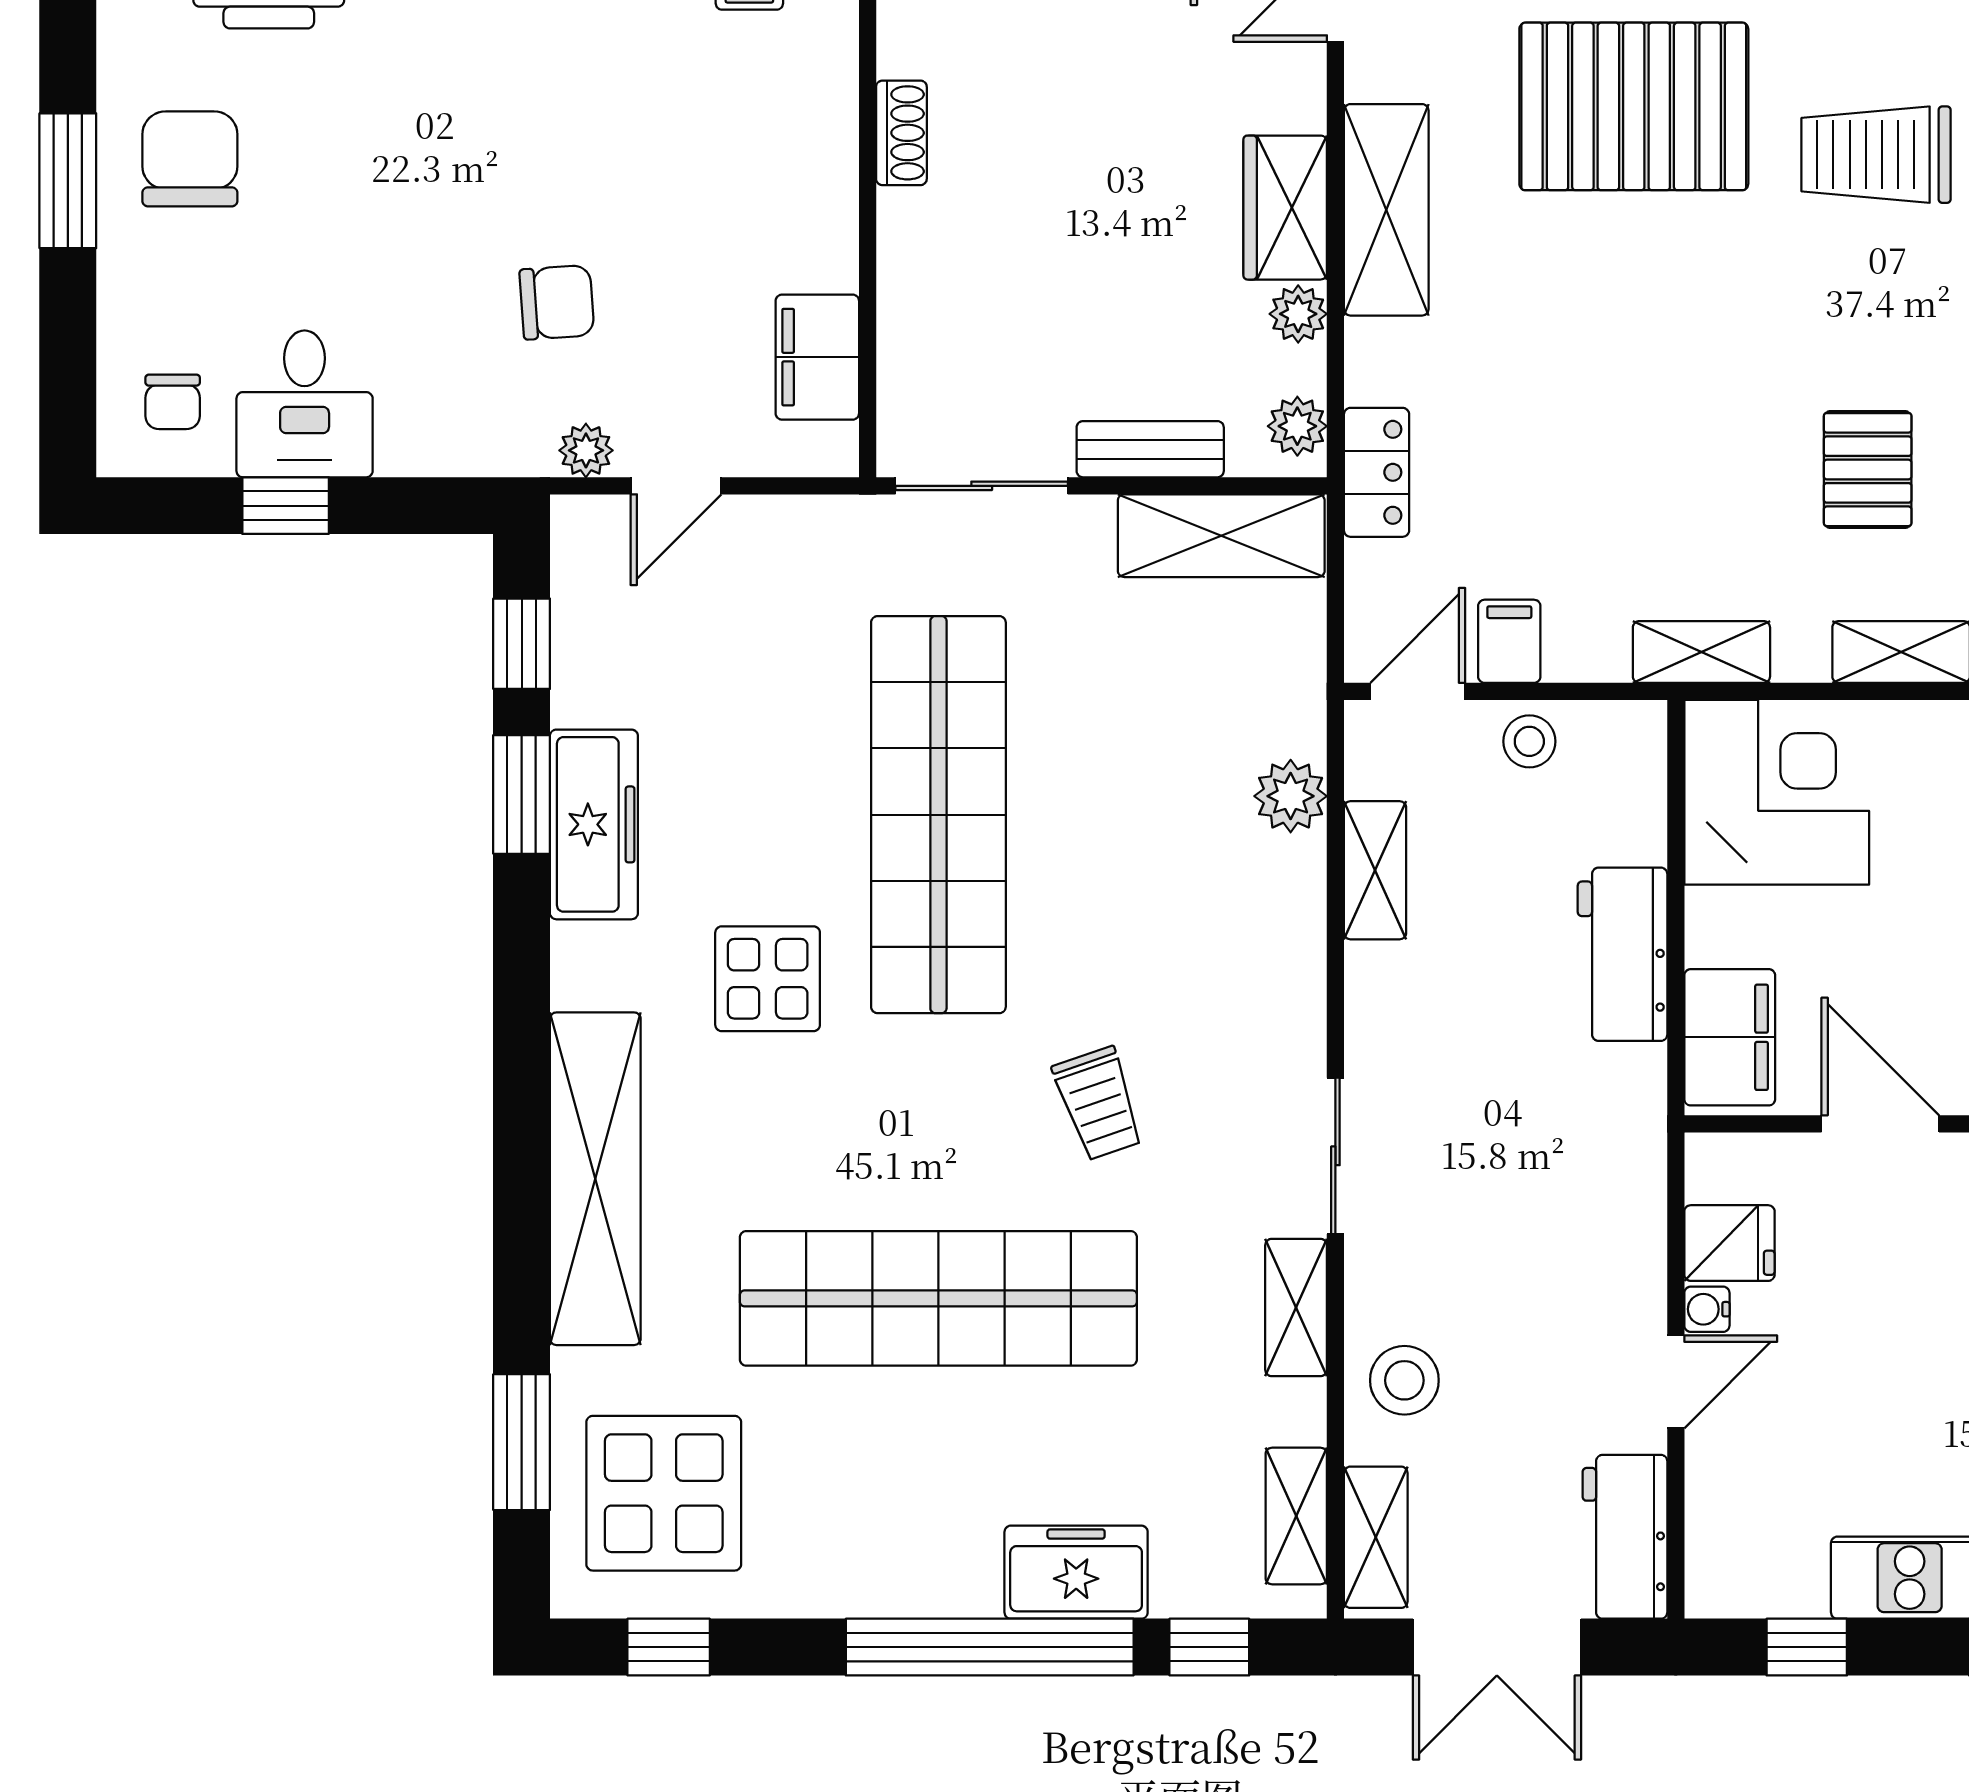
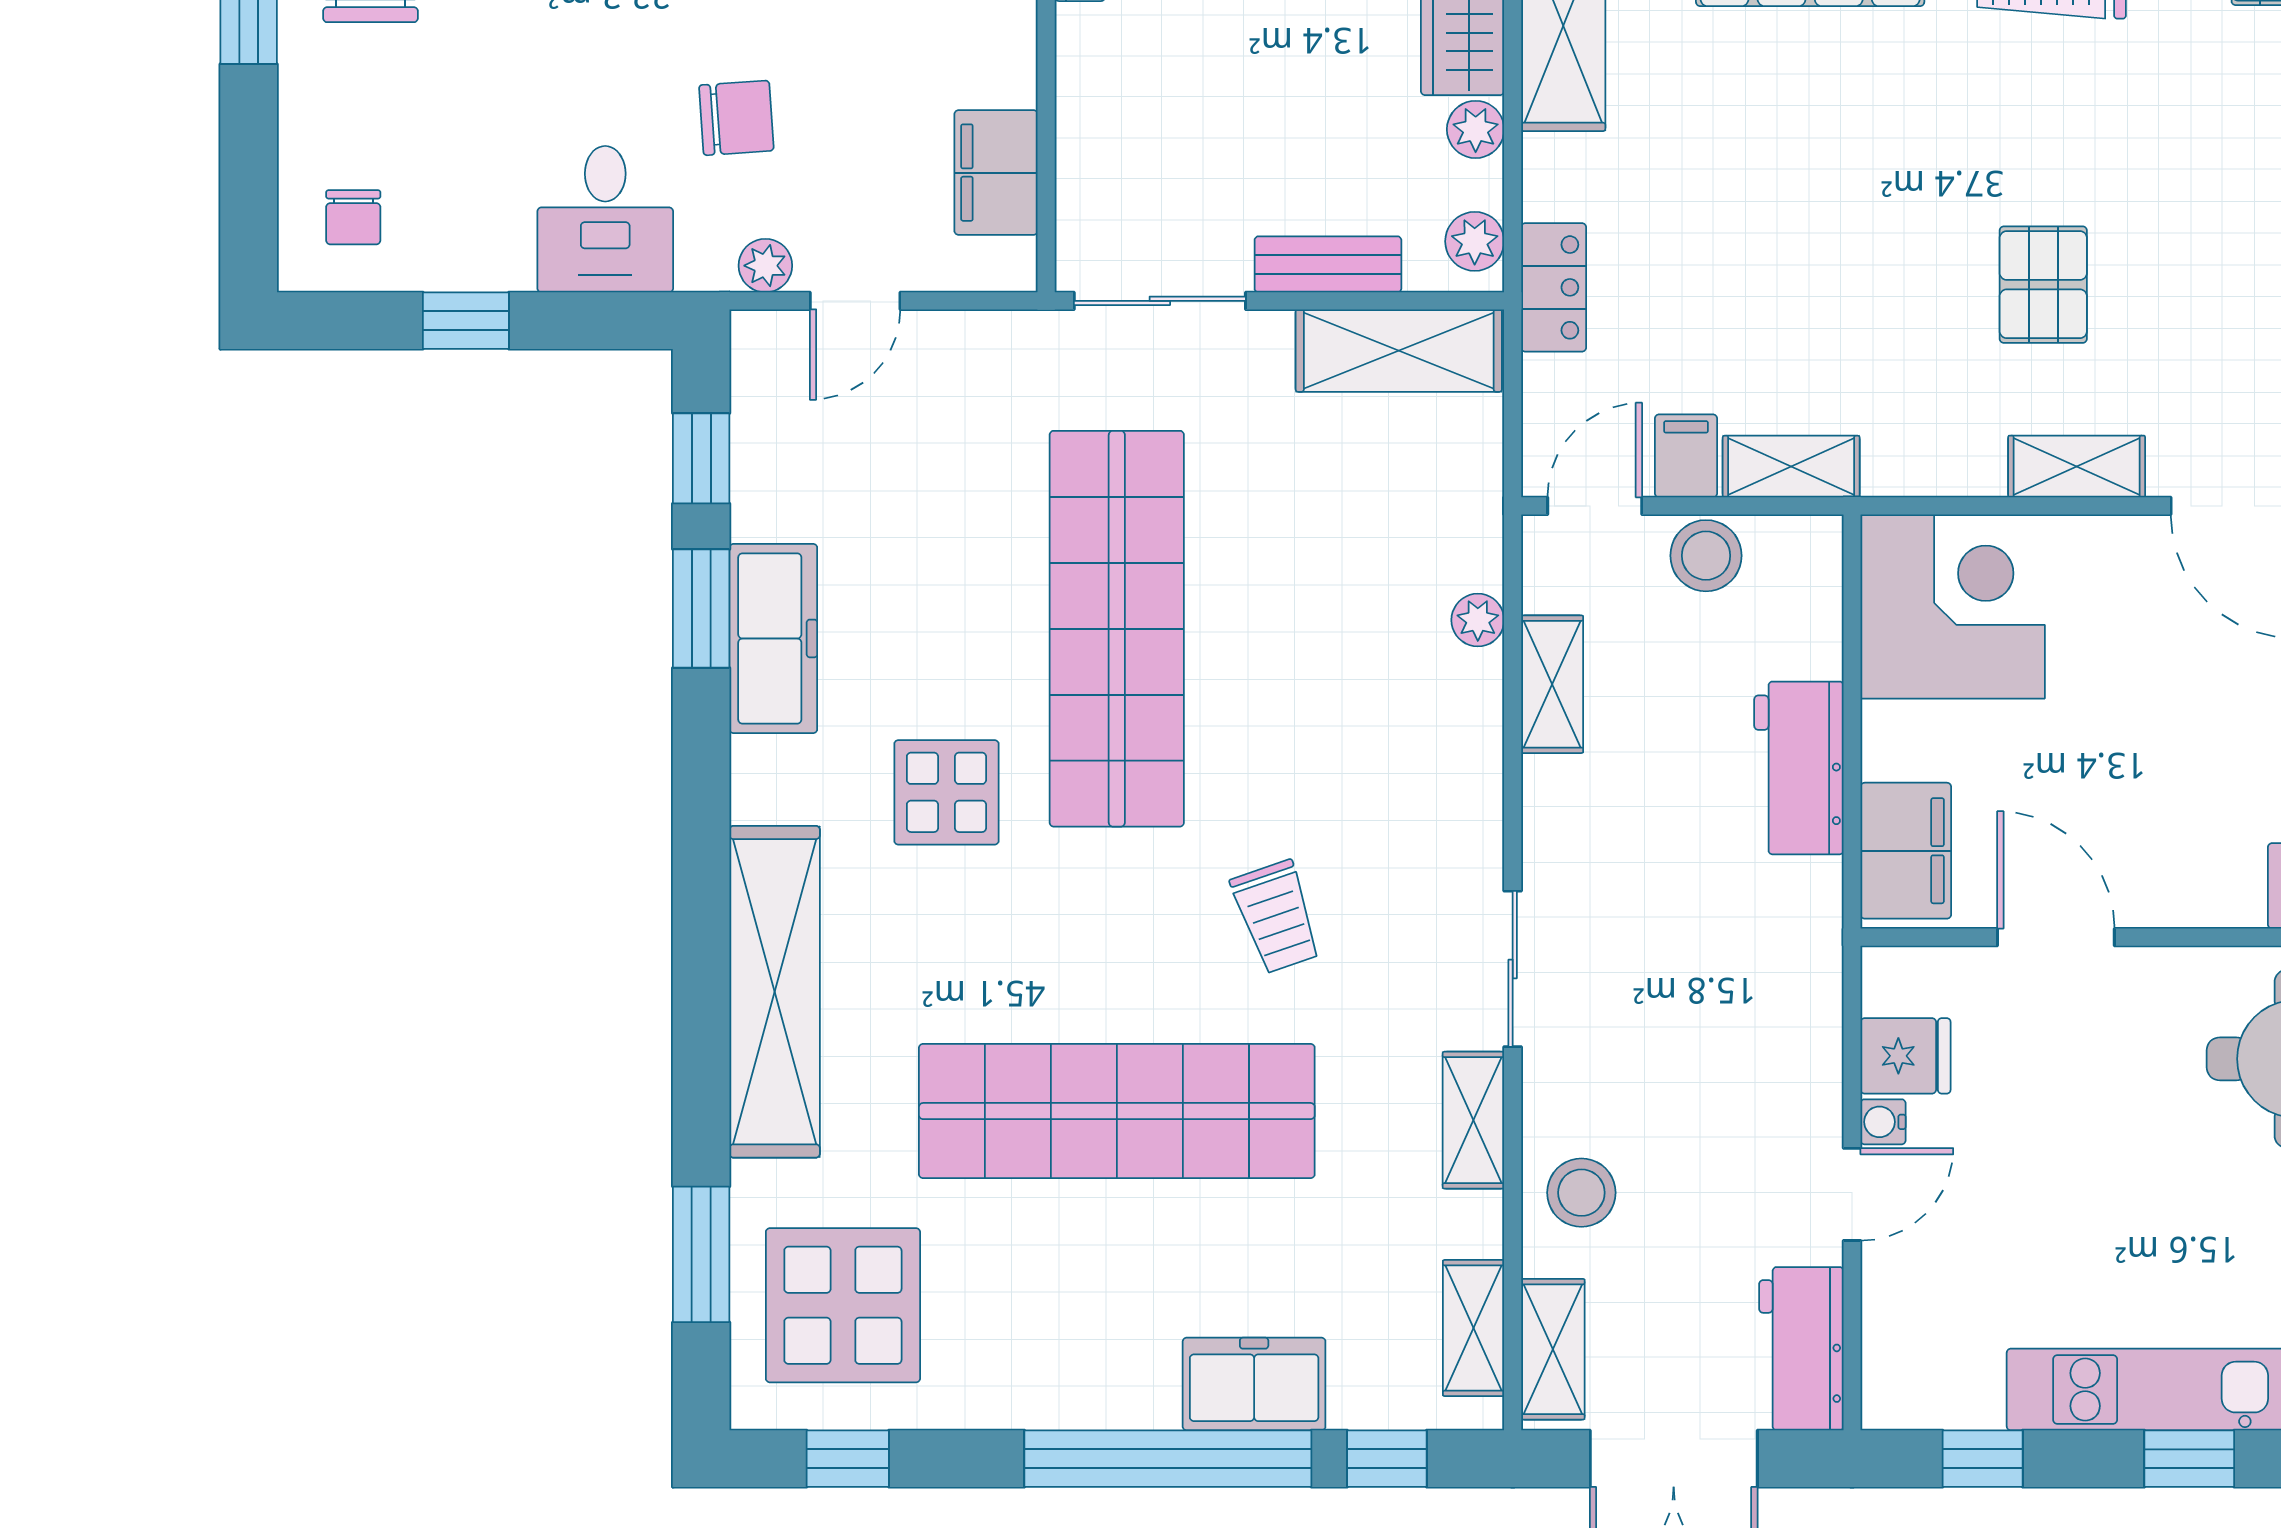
desk: (305, 404) -> (605, 219), moved
shelving: (1701, 652) -> (1791, 467), moved
stool: (1529, 741) -> (1706, 556), width x1.37, depth x1.37
plant: (1291, 796) -> (1478, 620), width x0.73, depth x0.73

